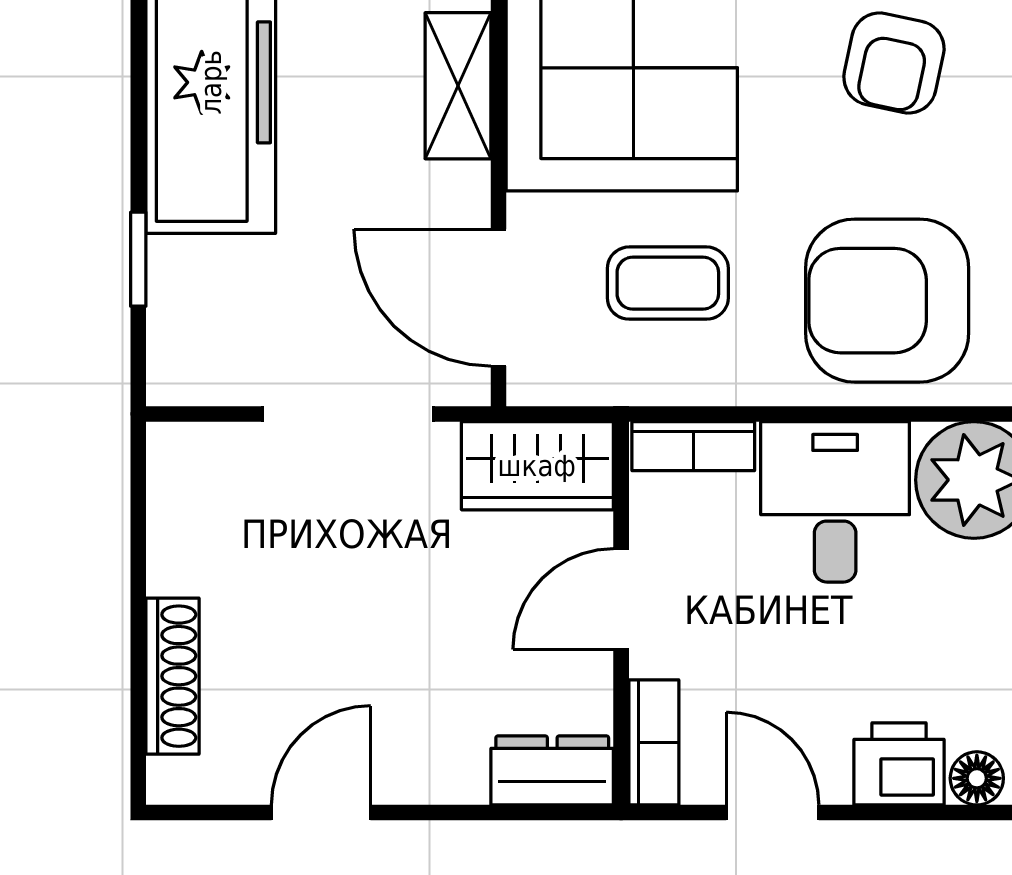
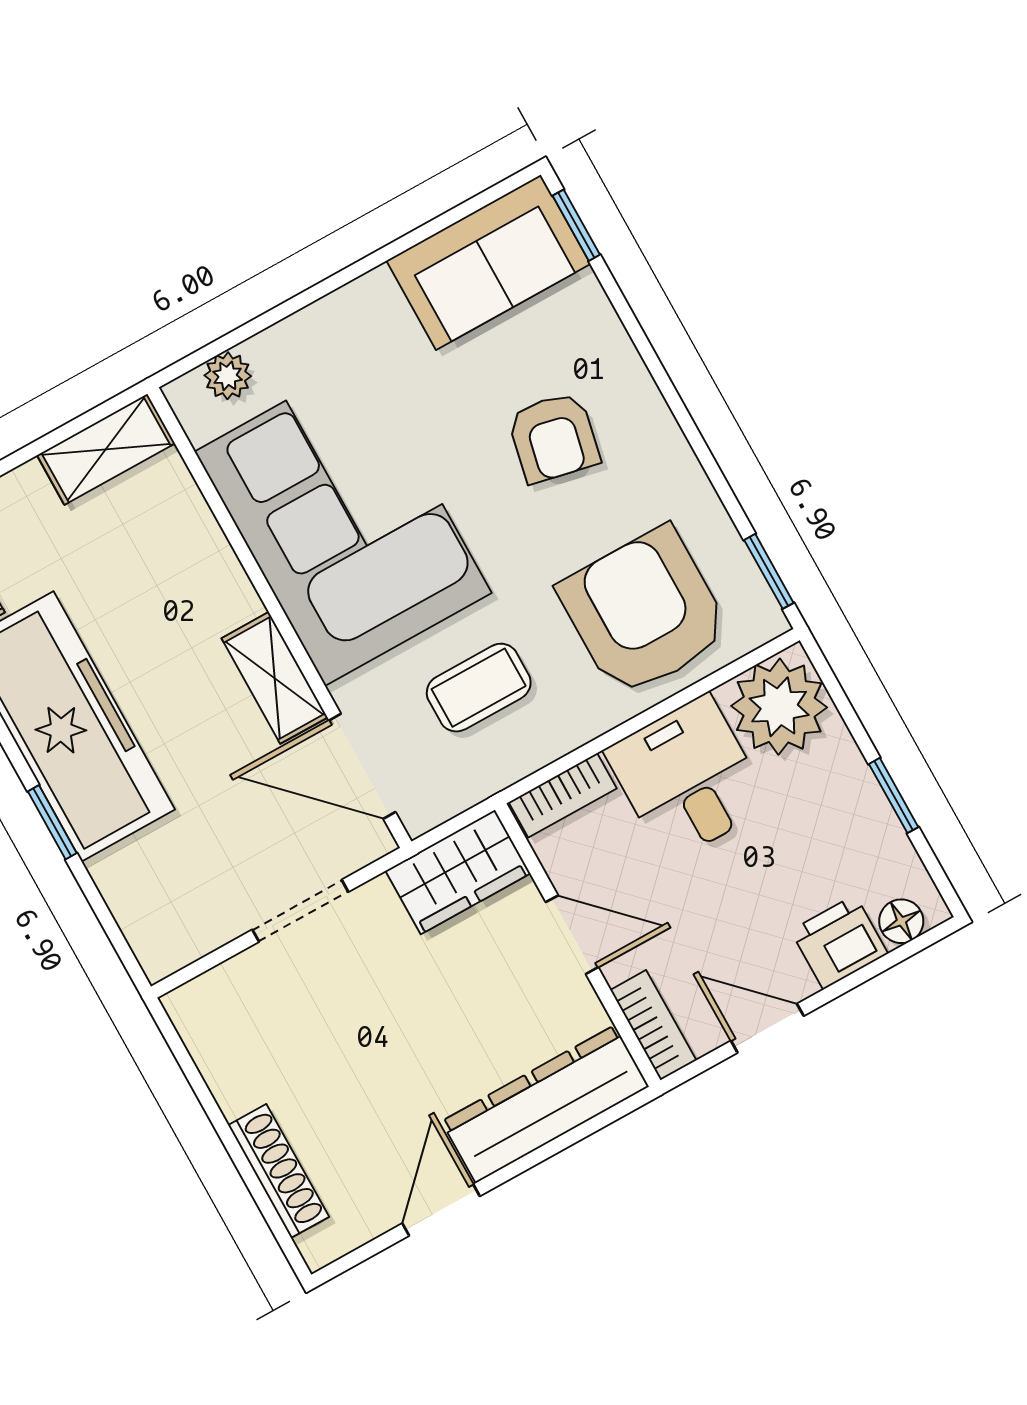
shelving: (458, 86) -> (275, 678), moved
window: (138, 259) -> (52, 822), moved
armchair: (887, 301) -> (644, 612), turned 90
doorway: (348, 414) -> (300, 911), width x0.73
door: (621, 599) -> (572, 935), swing flipped
dresser: (552, 770) -> (545, 1104), width x1.96, depth x1.24

